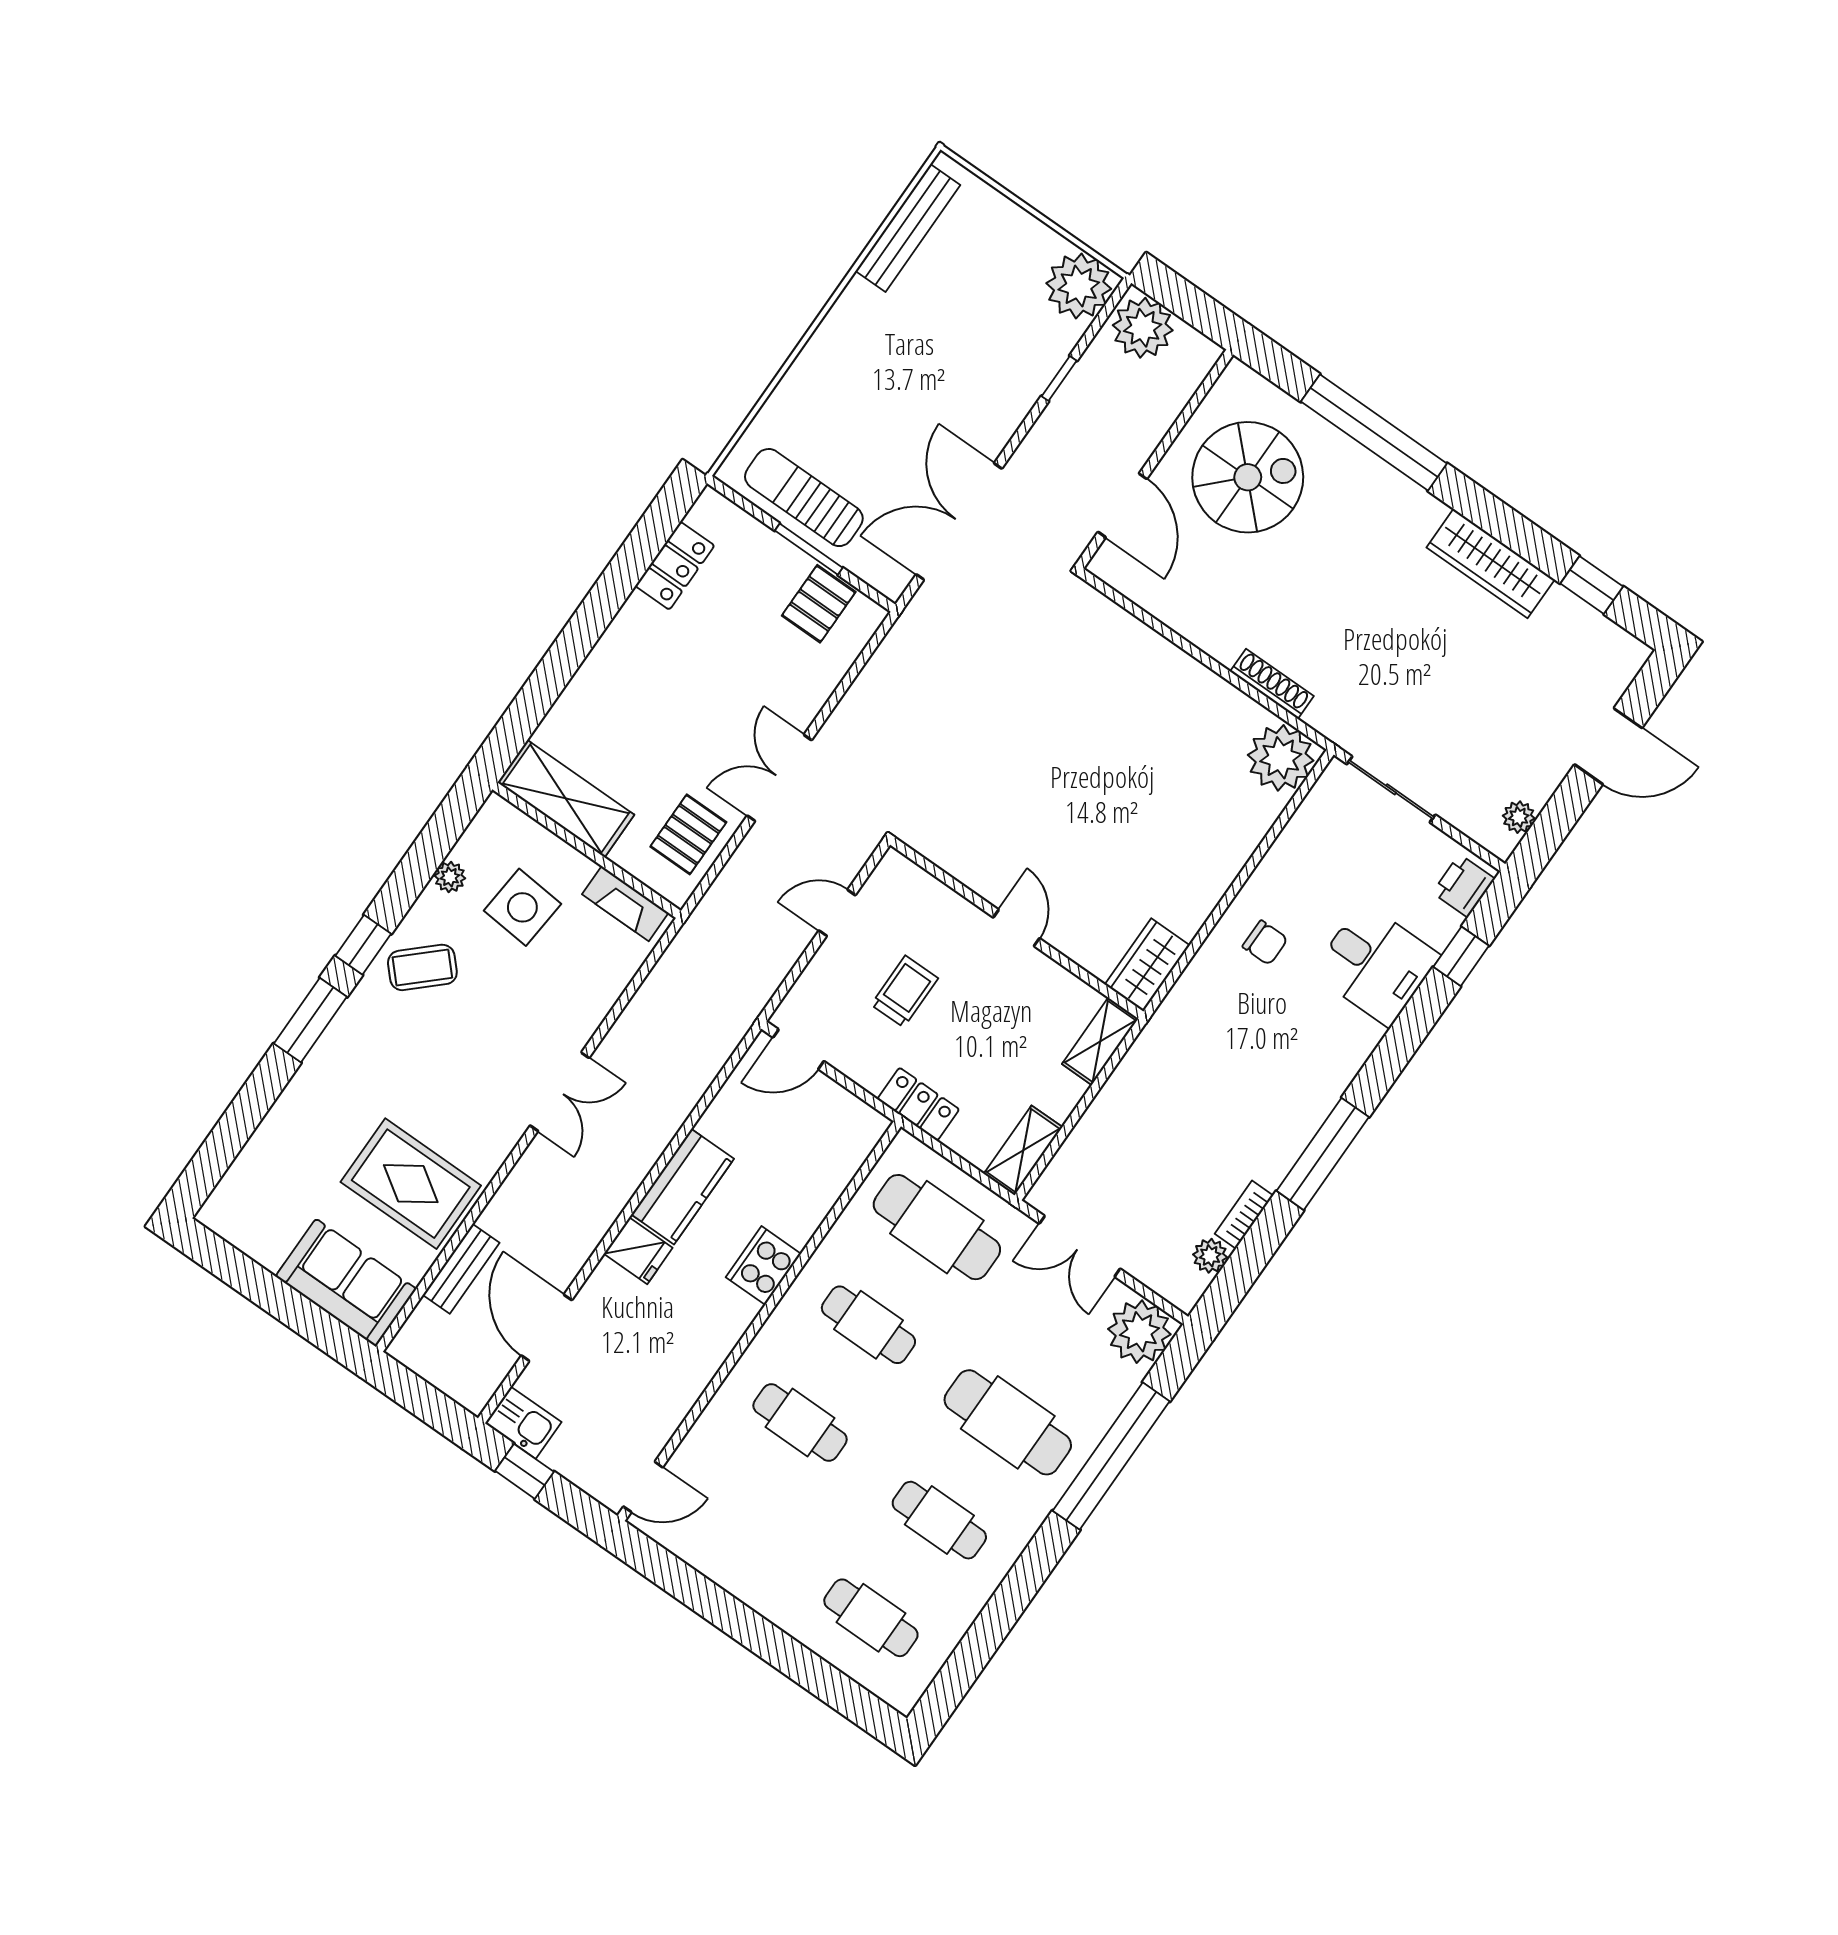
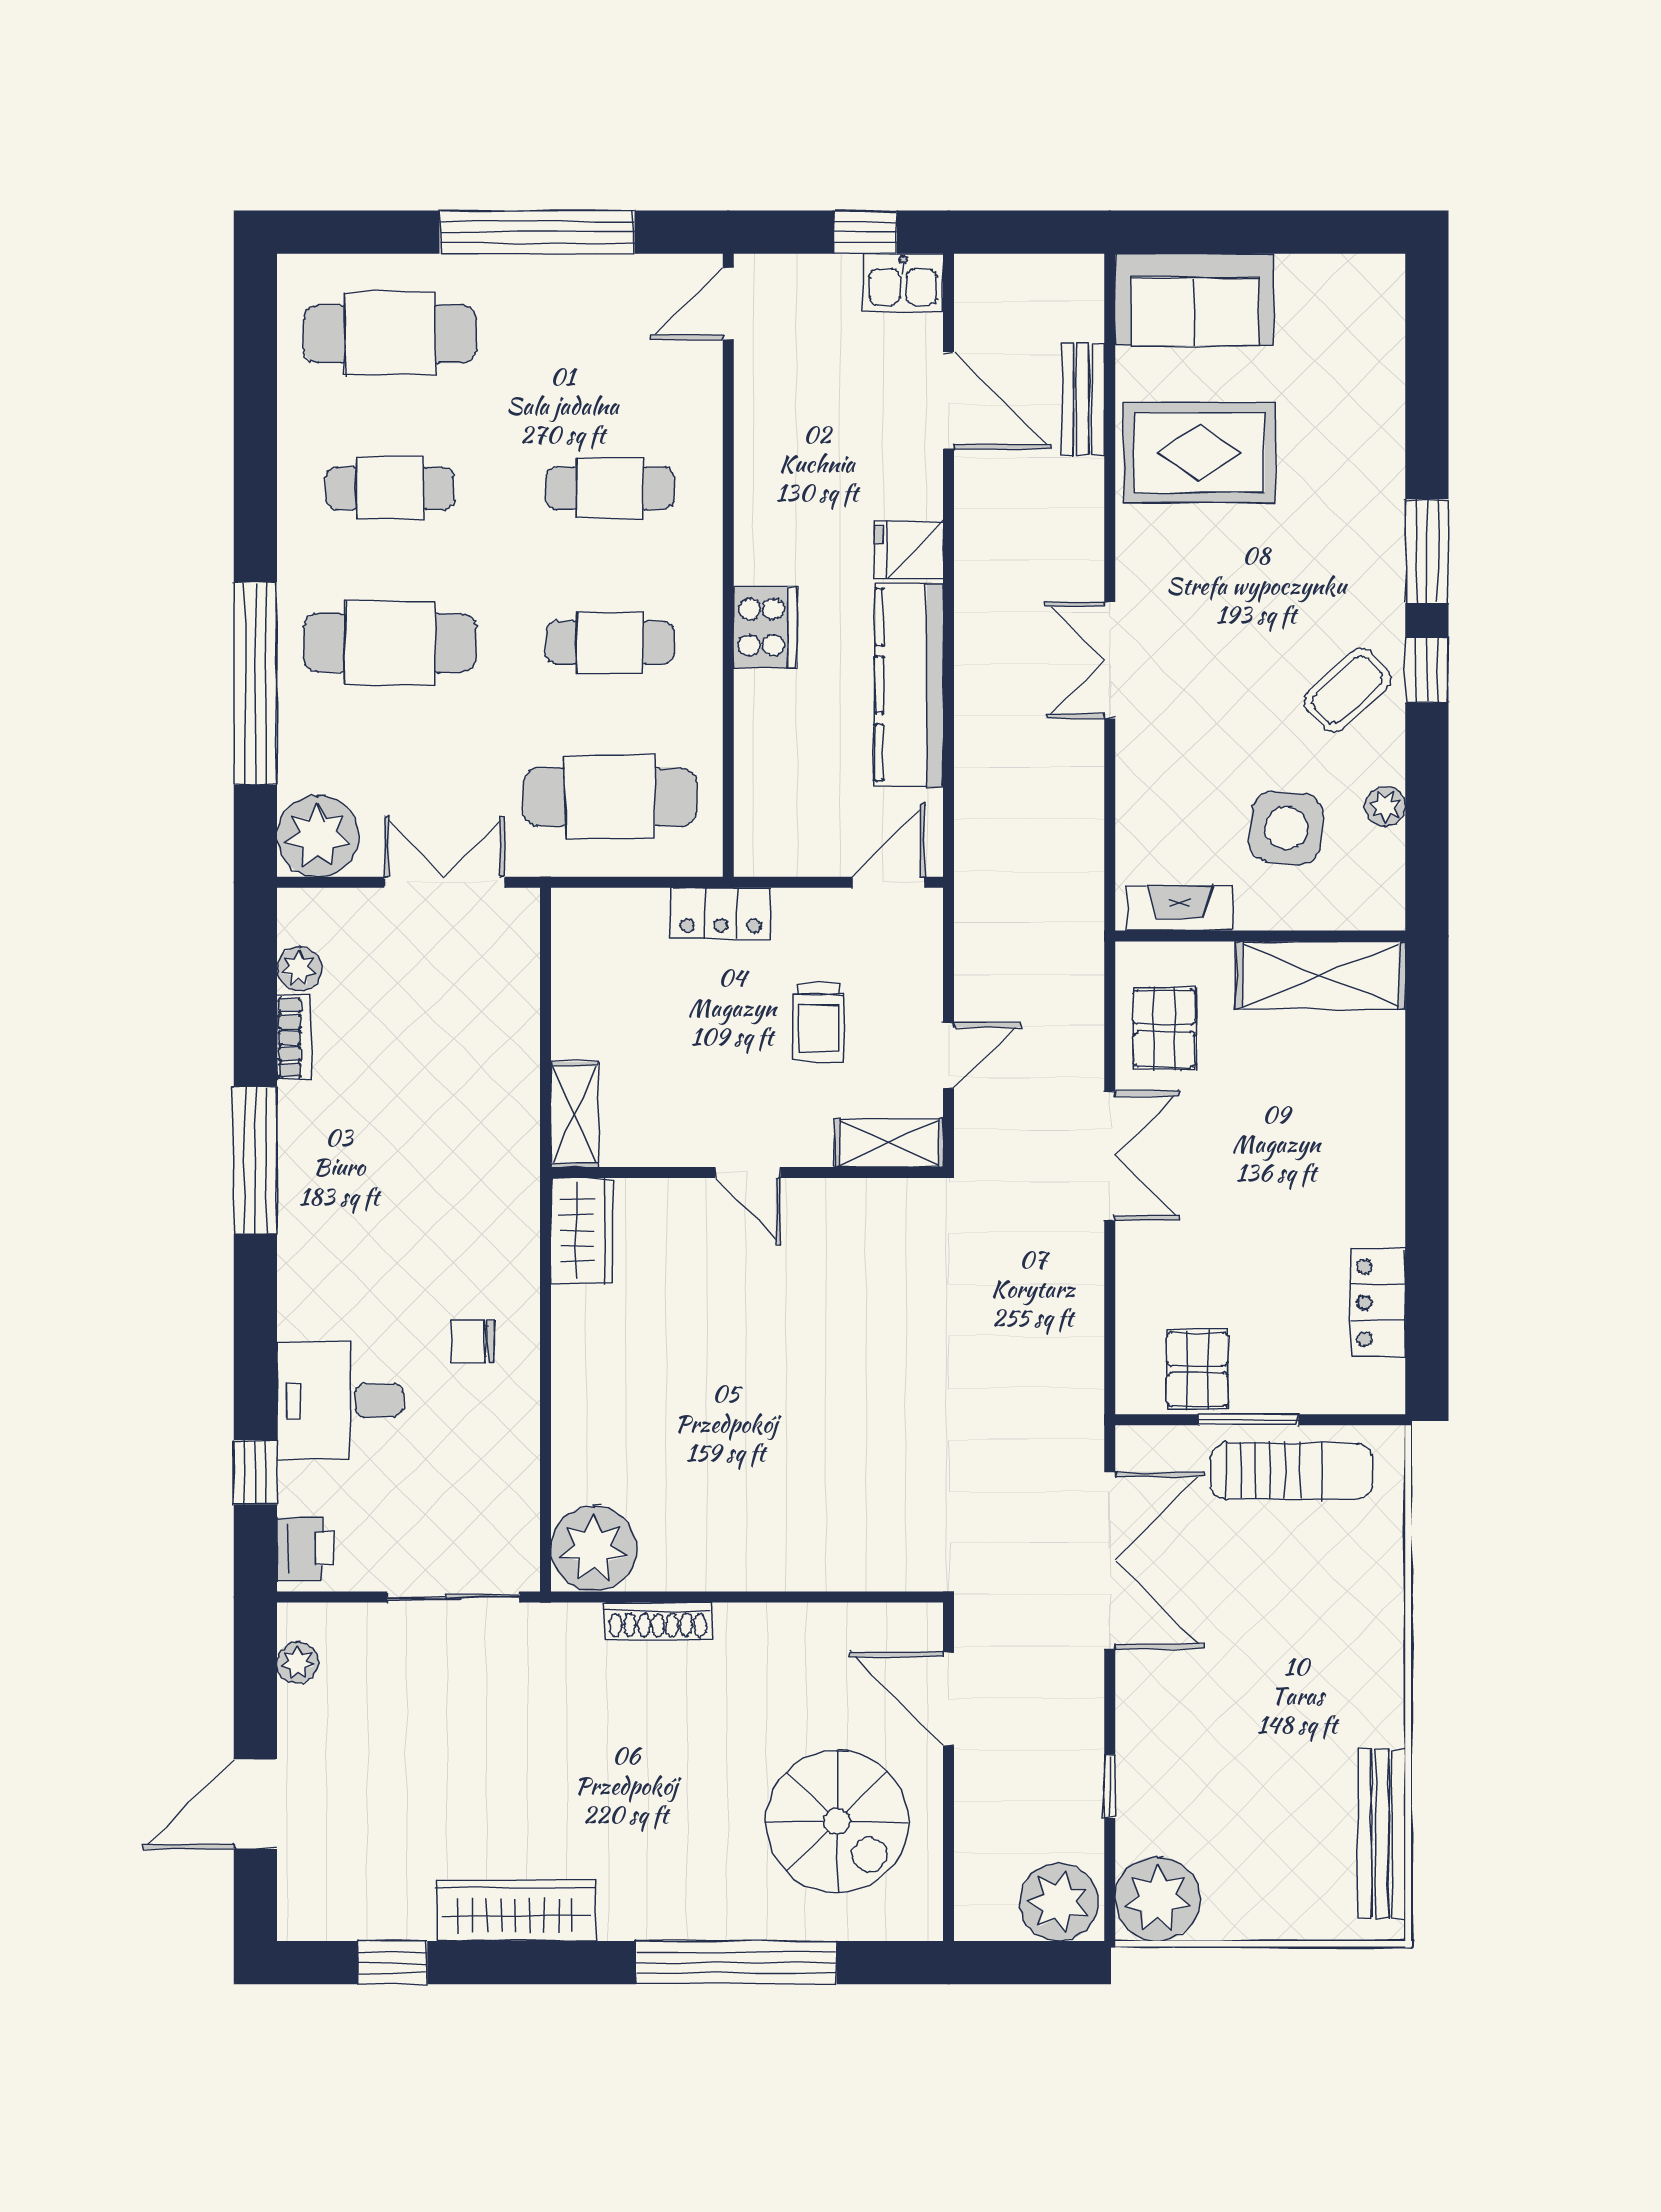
spiral stairs: (1248, 477) -> (837, 1821), turned -90
shelving: (1023, 1150) -> (889, 1143), moved, turned 90
kitchen counter: (683, 1187) -> (909, 685), width x1.50
window: (733, 1617) -> (537, 232), added
cafe table: (871, 1618) -> (390, 334), width x1.37, depth x1.35

